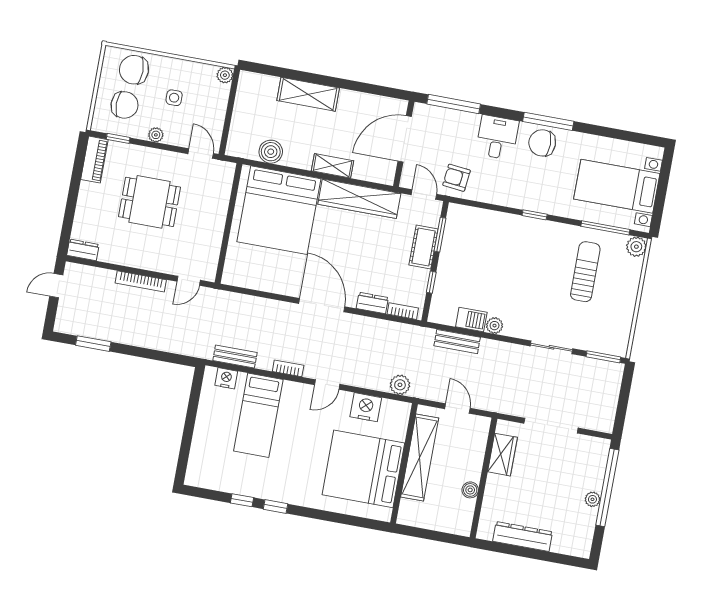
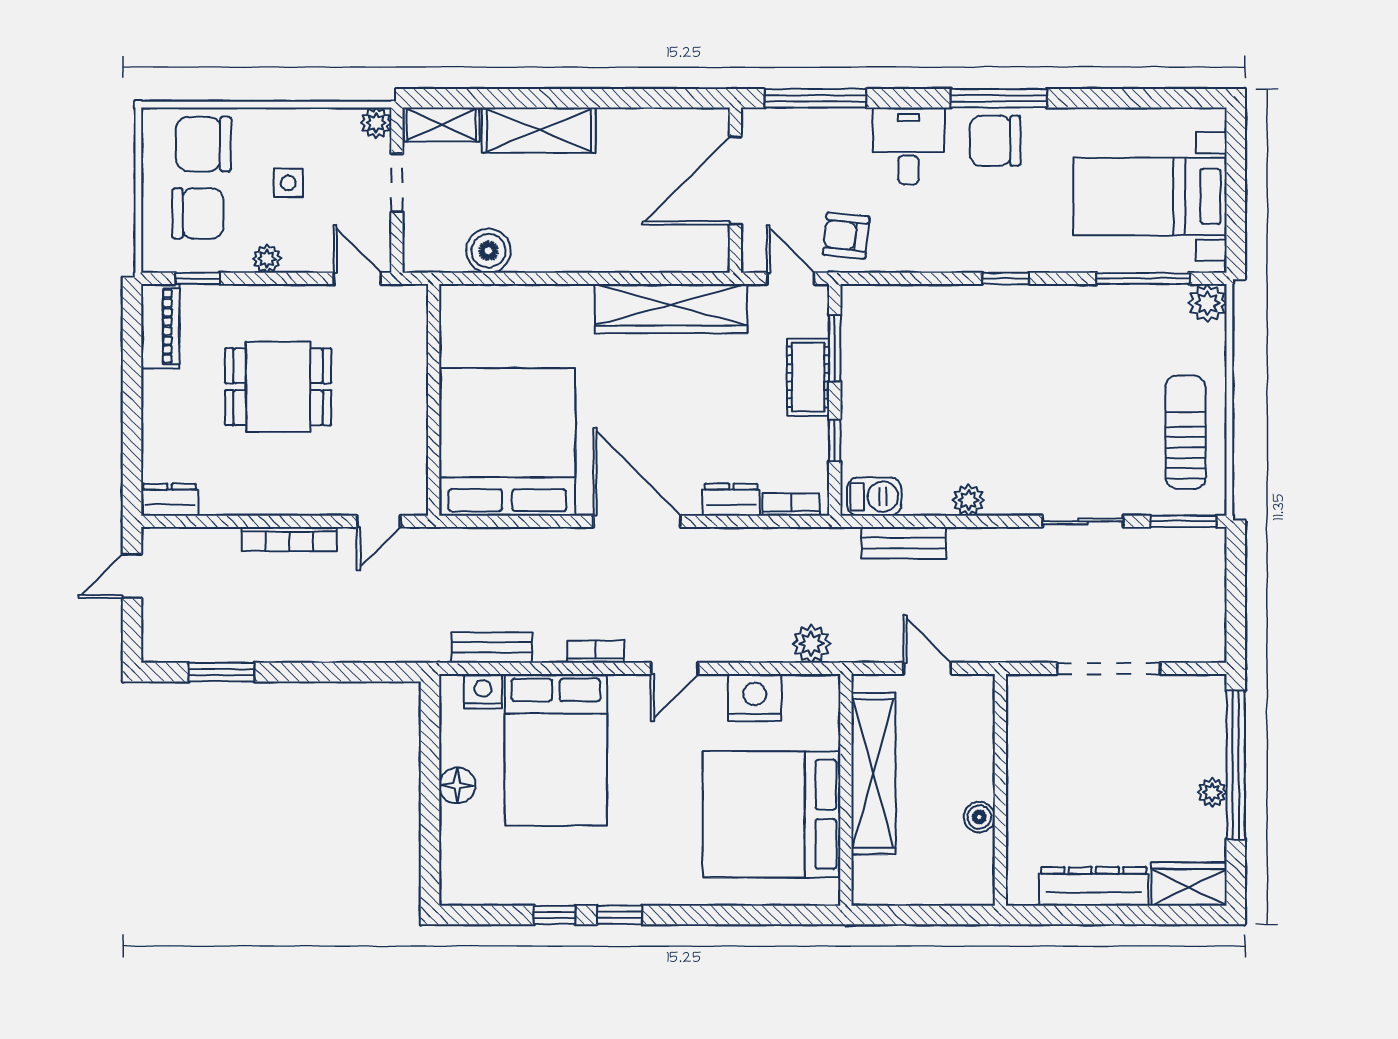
doorway: (230, 108) -> (397, 183), added
shelving: (333, 166) -> (441, 124), moved
bed: (279, 210) -> (507, 442), moved, turned 180
sun lounger: (585, 272) -> (1186, 432), moved
barbecue: (471, 319) -> (874, 497), moved
bed: (258, 415) -> (556, 750), width x1.50
floor lamp: (204, 424) -> (457, 786), added
wardrobe: (502, 455) -> (1189, 884), moved, turned -90

